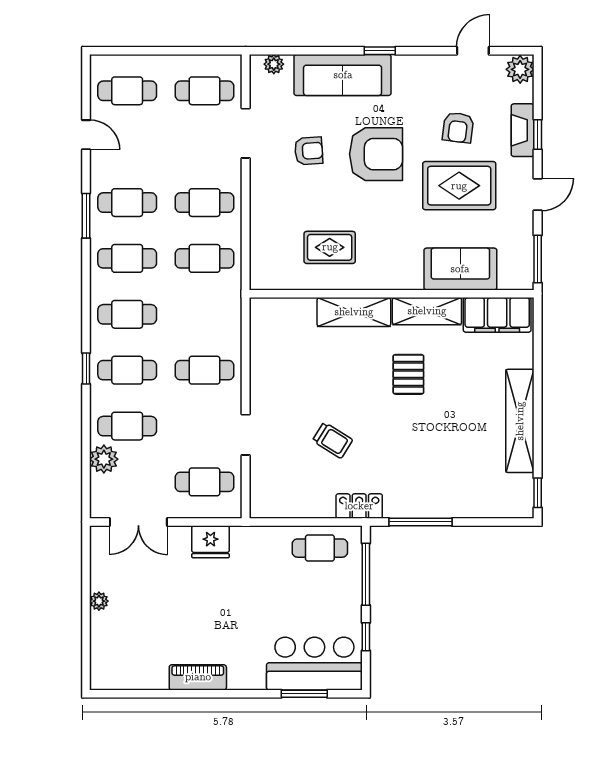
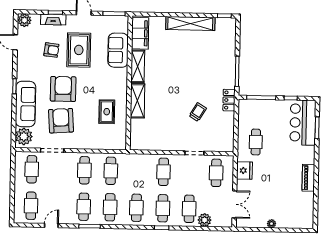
plant: (274, 64) -> (24, 136), width x1.88, depth x1.88
armchair: (309, 151) -> (61, 121), width x1.88, depth x1.88
pallet: (408, 374) -> (167, 76), removed
cafe table: (320, 548) -> (256, 142), moved

